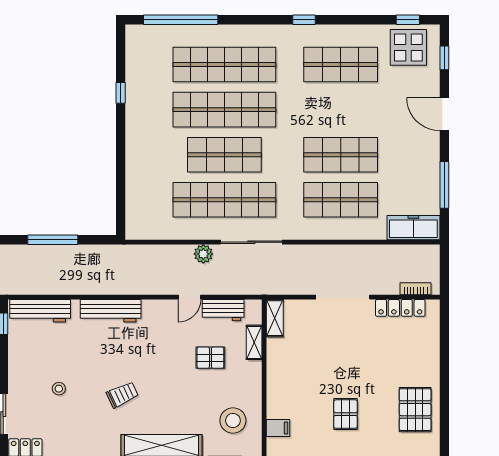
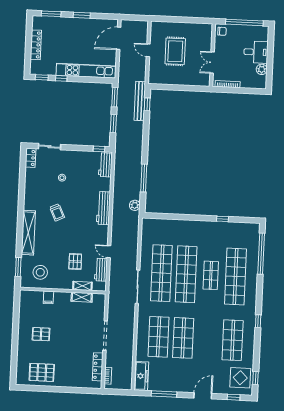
shop shelf: (224, 110) -> (211, 275), width x0.50, depth x0.74
shop shelf: (224, 155) -> (186, 274), width x1.40
plant: (203, 254) -> (135, 205), moved
workbench: (40, 311) -> (105, 165), width x0.73
shelving: (275, 318) -> (82, 297), moved
filing cabinet: (278, 428) -> (48, 297), moved

